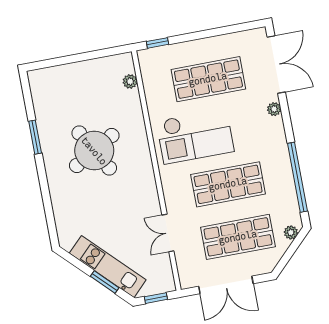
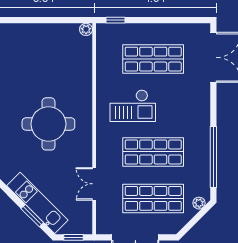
plant: (130, 81) -> (86, 29), moved
plant: (274, 109) -> (204, 95), removed
checkout: (195, 136) -> (133, 106), width x0.73, depth x0.83
round table: (94, 151) -> (48, 124), moved, turned 30

